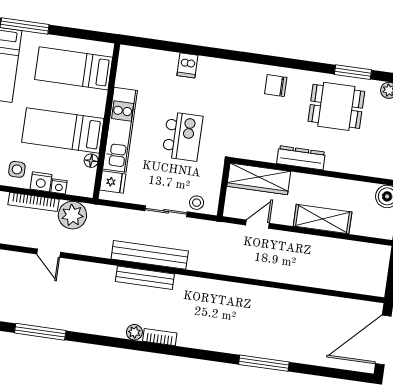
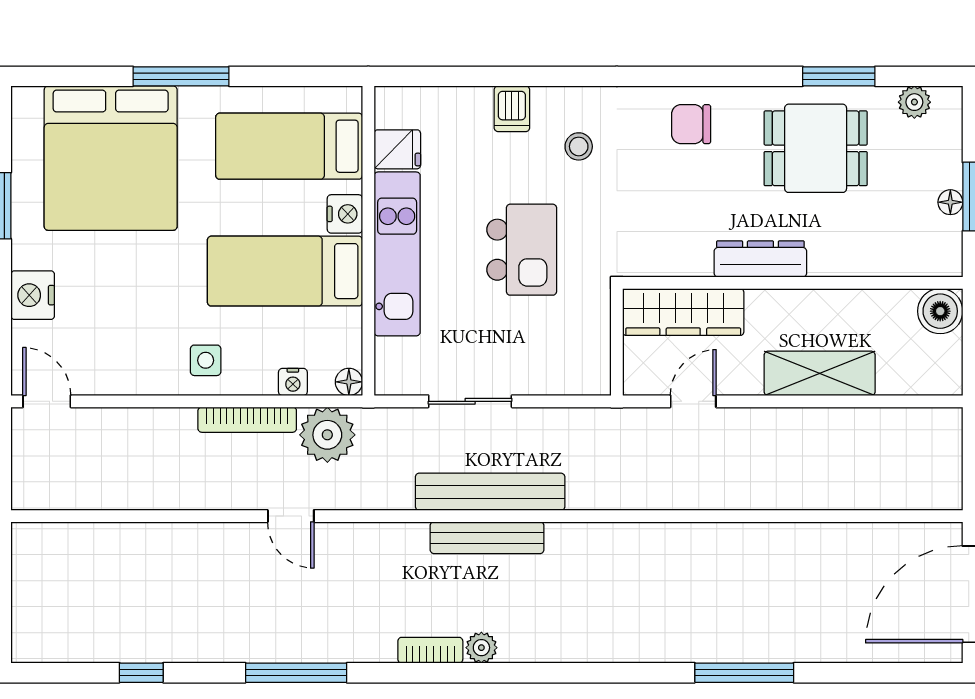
floor lamp: (91, 161) -> (349, 382), moved
nightstand: (41, 182) -> (345, 214), moved, turned -90
fridge: (113, 182) -> (397, 149), moved
stool: (197, 203) -> (579, 146), moved
sliding door: (166, 211) -> (470, 401), moved
bookcase: (160, 337) -> (430, 650), moved

